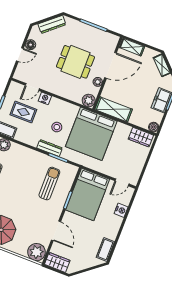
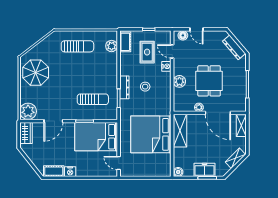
floor lamp: (31, 45) -> (183, 35), moved
plant: (89, 100) -> (179, 81), moved
bed: (91, 134) -> (151, 134), moved
wardrobe: (141, 137) -> (165, 164), removed
nightstand: (121, 210) -> (70, 172), moved

